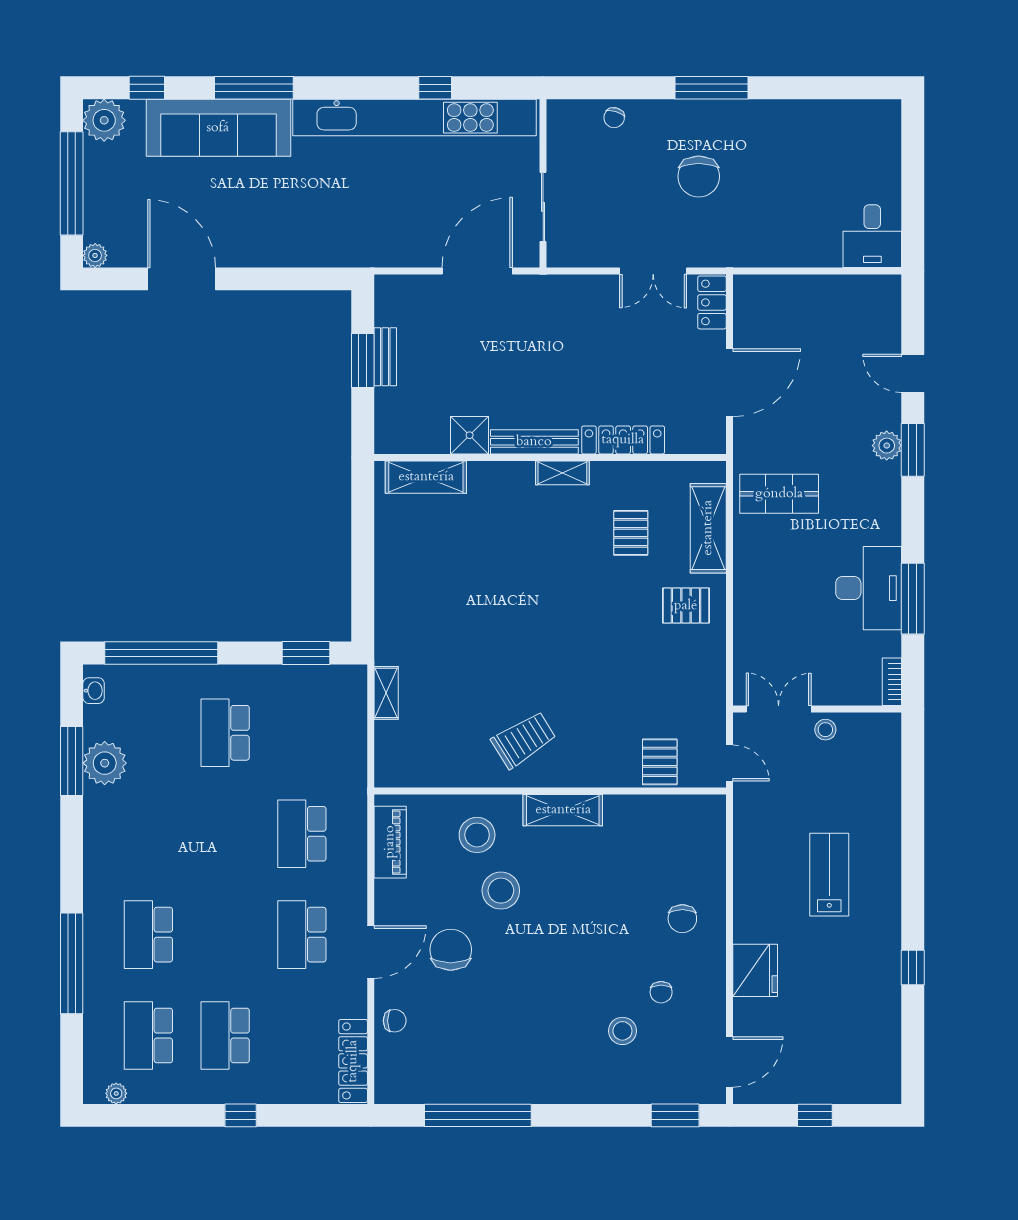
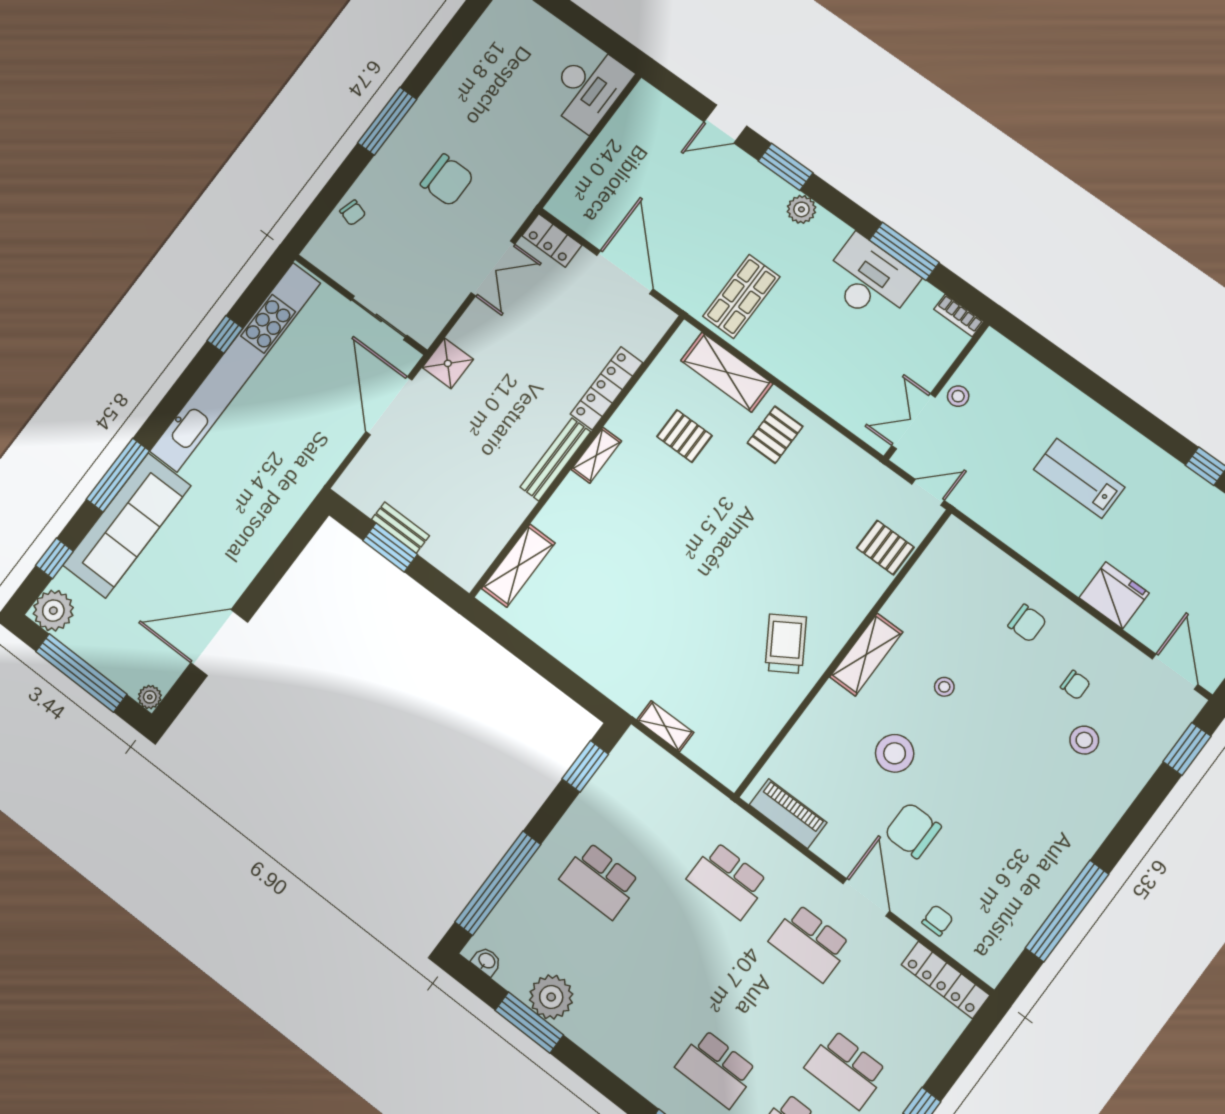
desk: (872, 236) -> (588, 88), width x1.37
shower: (470, 435) -> (448, 363), moved
plant: (887, 446) -> (801, 209), moved
stool: (477, 835) -> (944, 687), moved, width x0.53, depth x0.53

